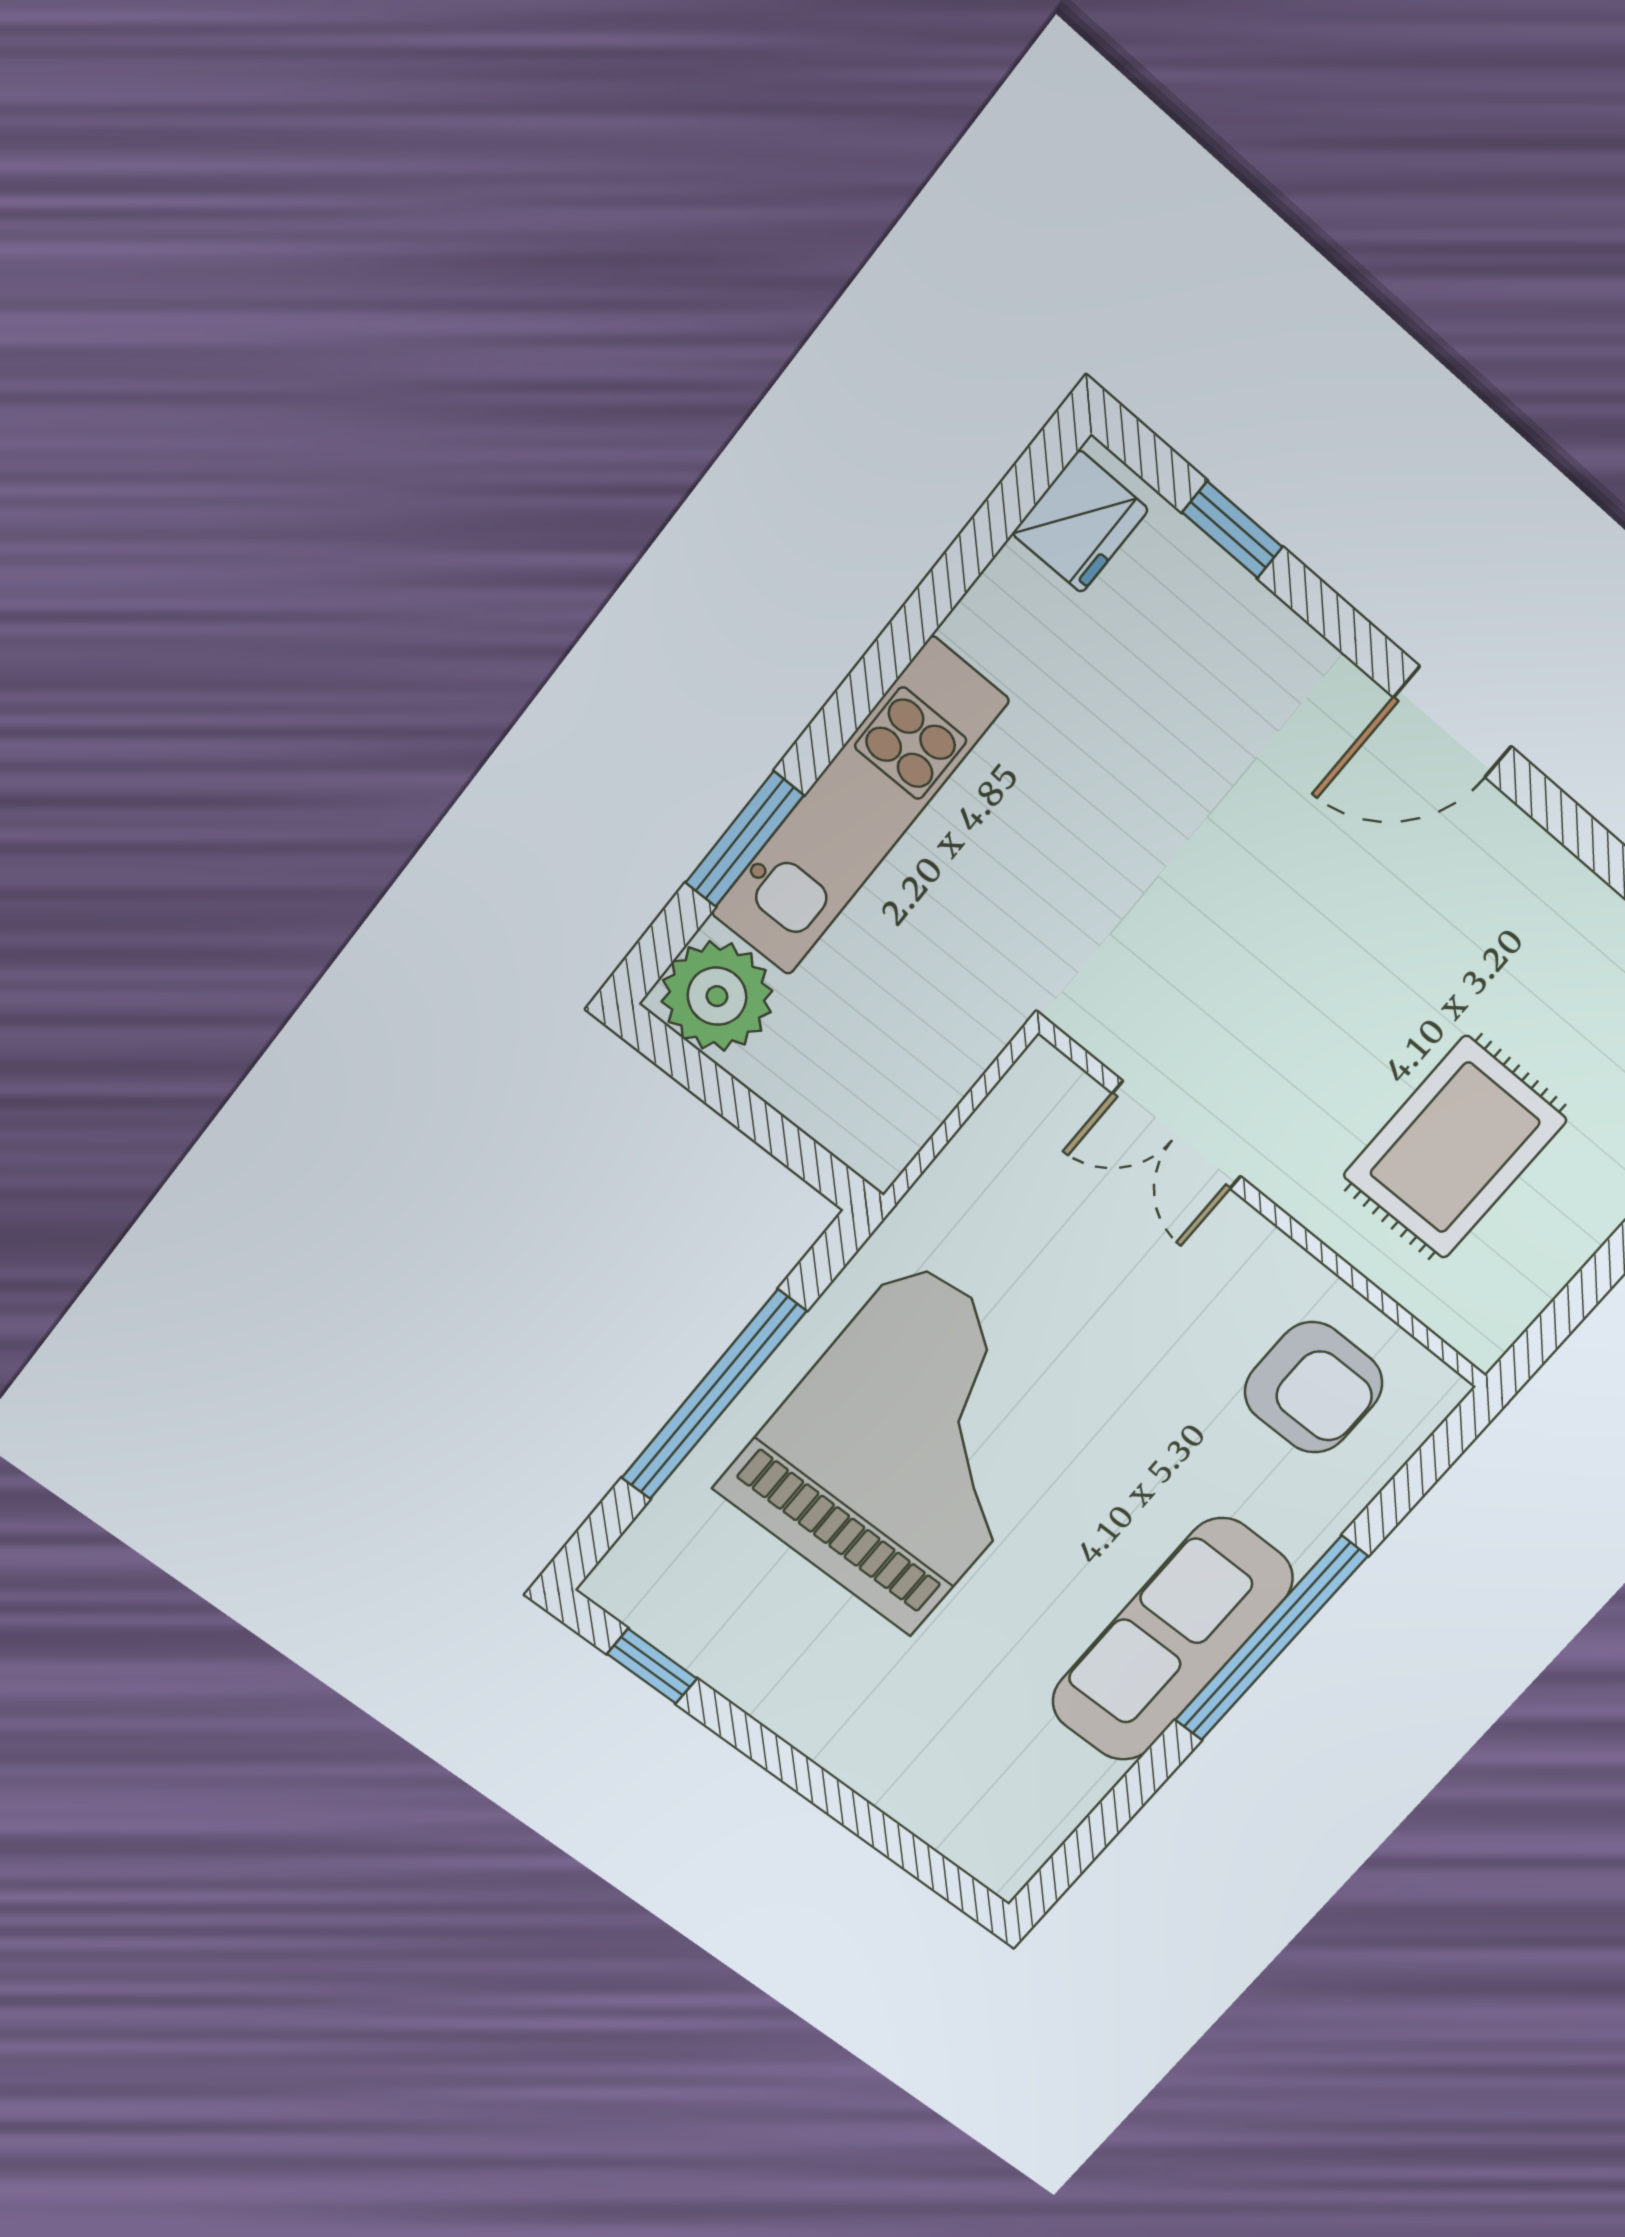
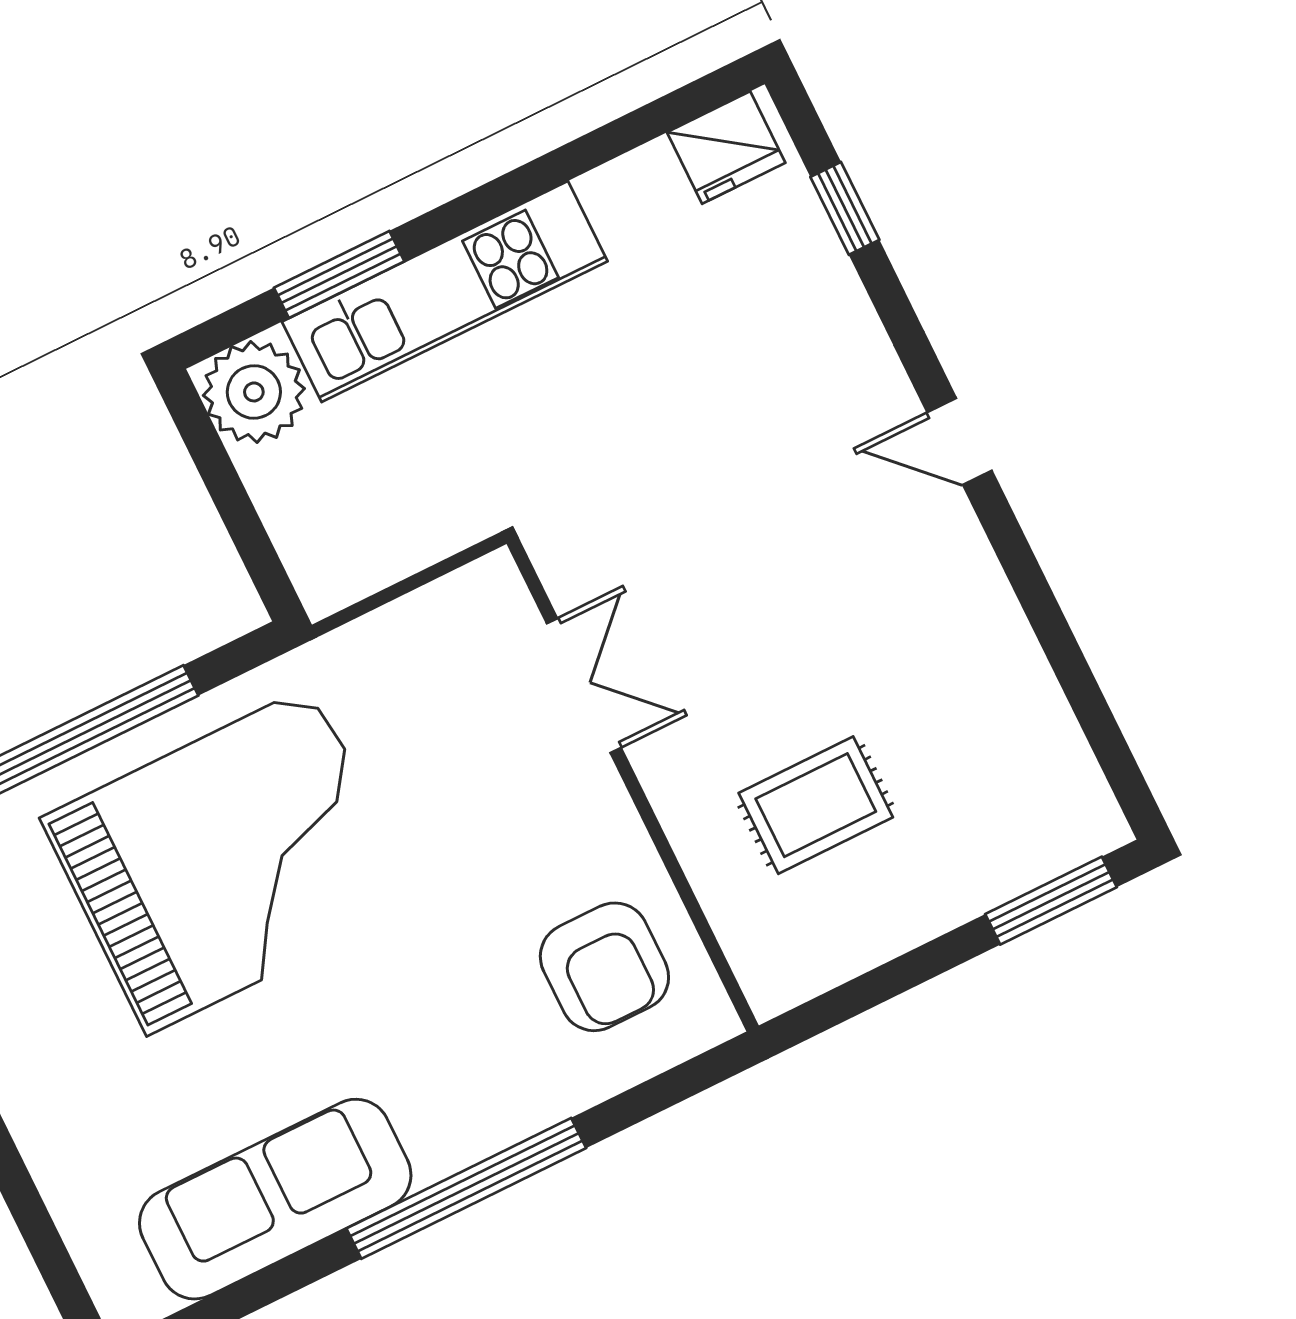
door: (1452, 722) -> (960, 442), width x0.73
double door: (1177, 1135) -> (584, 686), swing flipped
rug: (1455, 1148) -> (816, 805), width x0.73, depth x0.70
sofa: (1172, 1640) -> (275, 1199), moved

